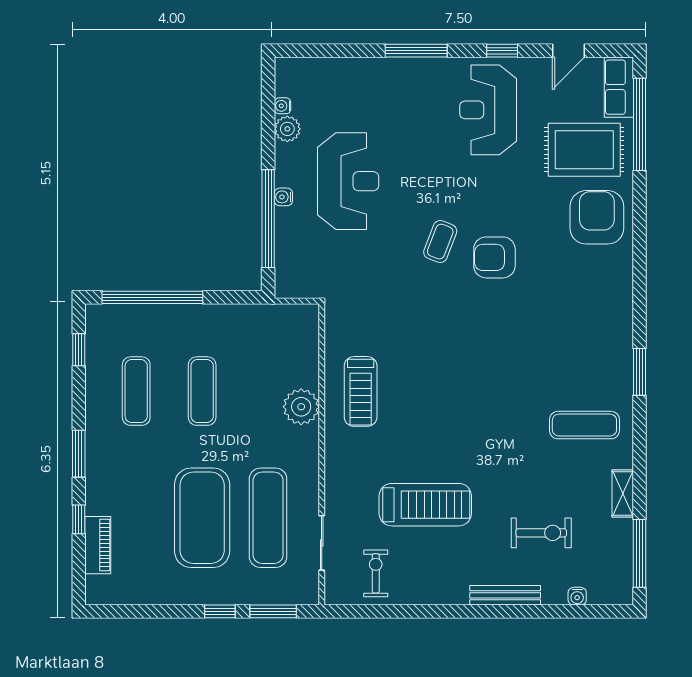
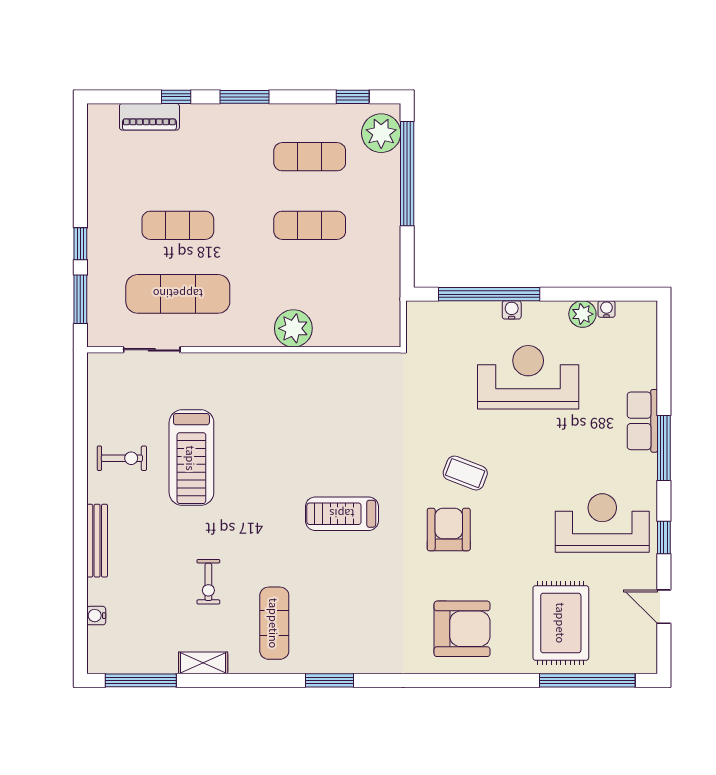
row of seats: (619, 87) -> (642, 421), moved, turned -90
reception desk: (348, 181) -> (528, 377), turned 180
armchair: (597, 217) -> (462, 629), moved
plant: (114, 322) -> (381, 133), added
treadmill: (361, 391) -> (342, 514), moved
exercise mat: (202, 518) -> (178, 225), width x0.50, depth x0.69
exercise bike: (541, 533) -> (208, 582), moved, width x0.73, depth x0.72
exercise bike: (376, 573) -> (122, 458), moved

